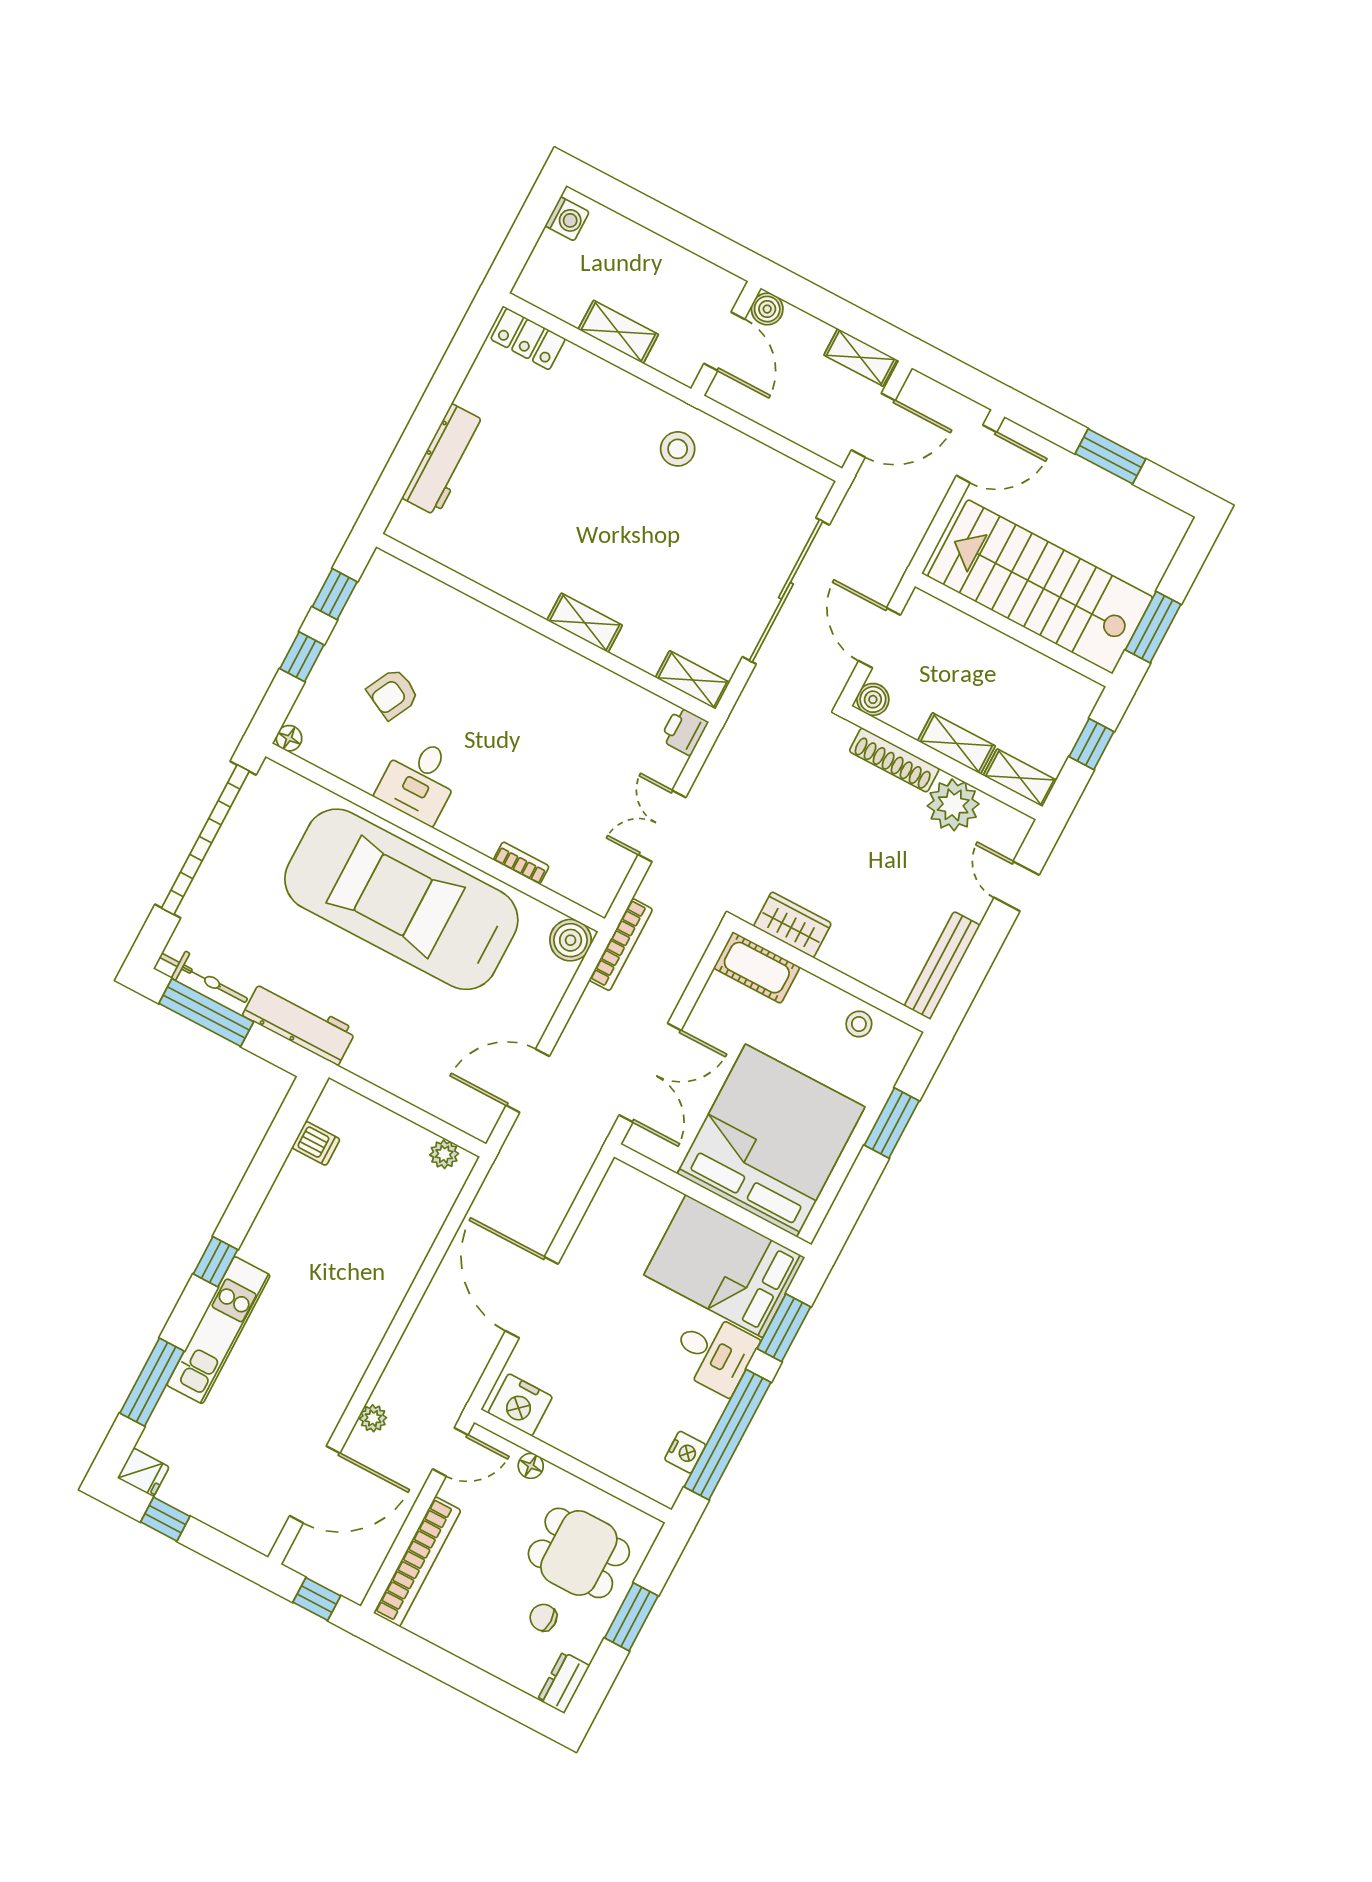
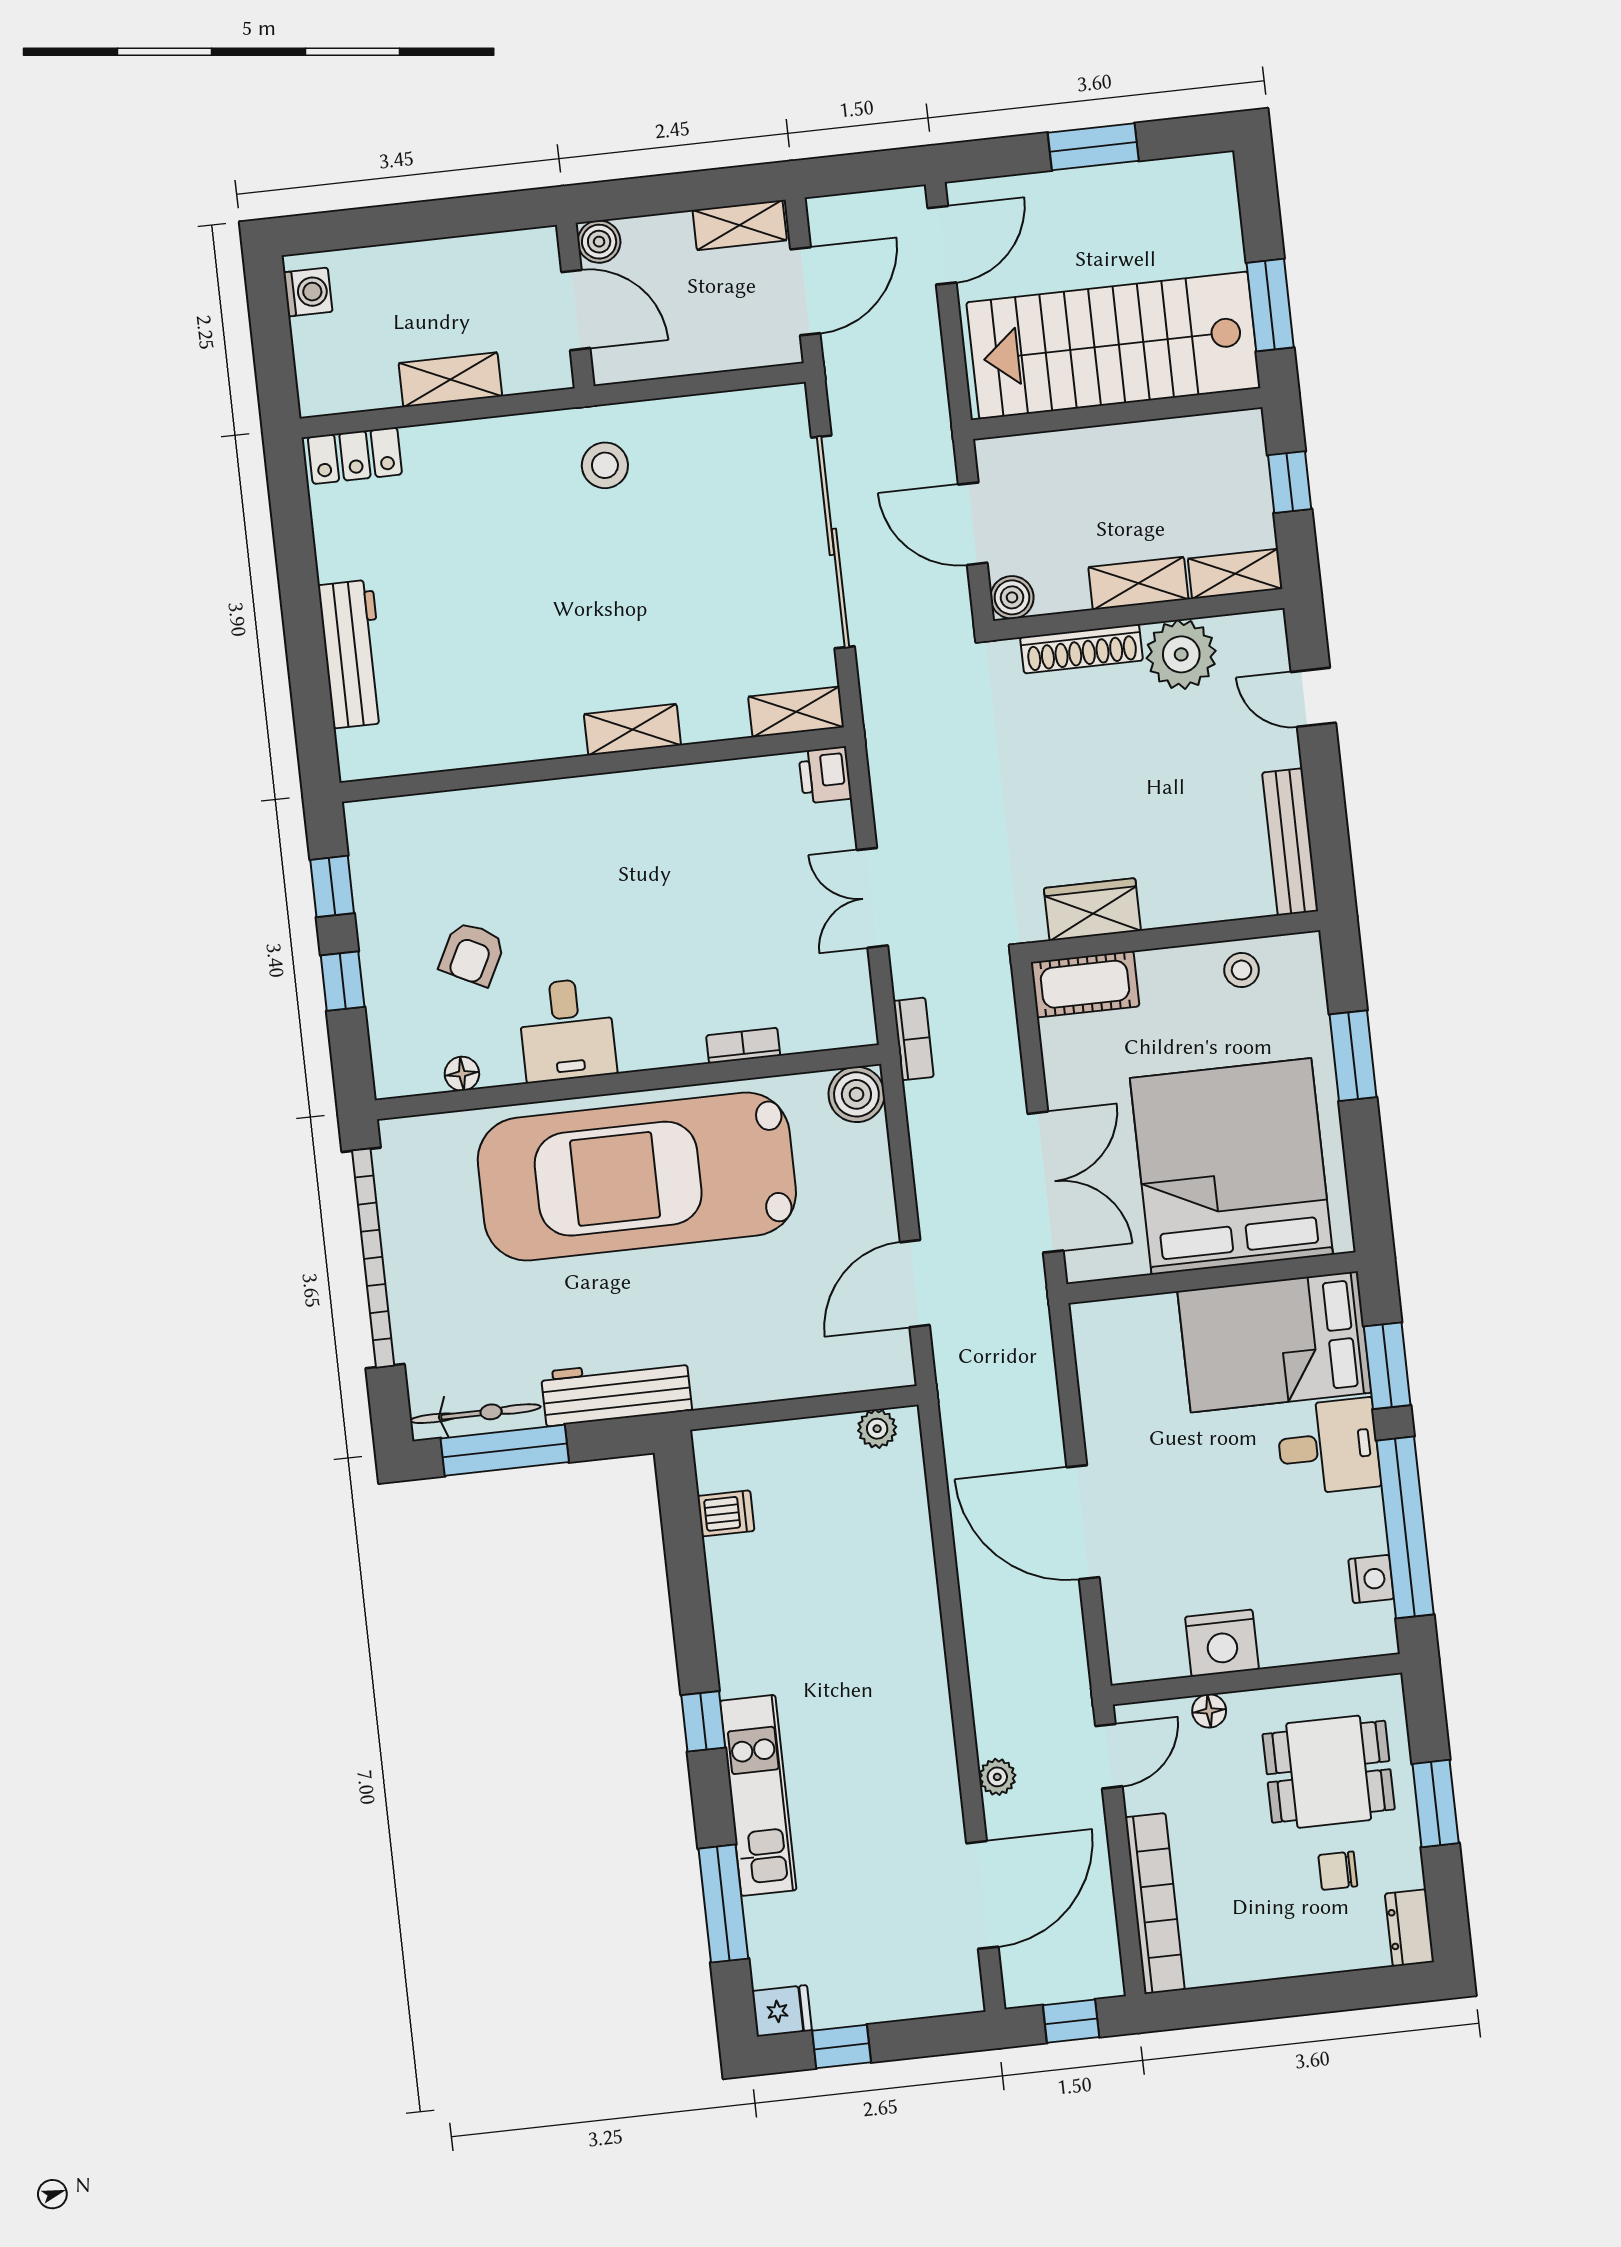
floor lamp: (289, 738) -> (462, 1074), moved
bookcase: (621, 945) -> (913, 1039), width x0.64
nightstand: (520, 1405) -> (1222, 1643), moved

